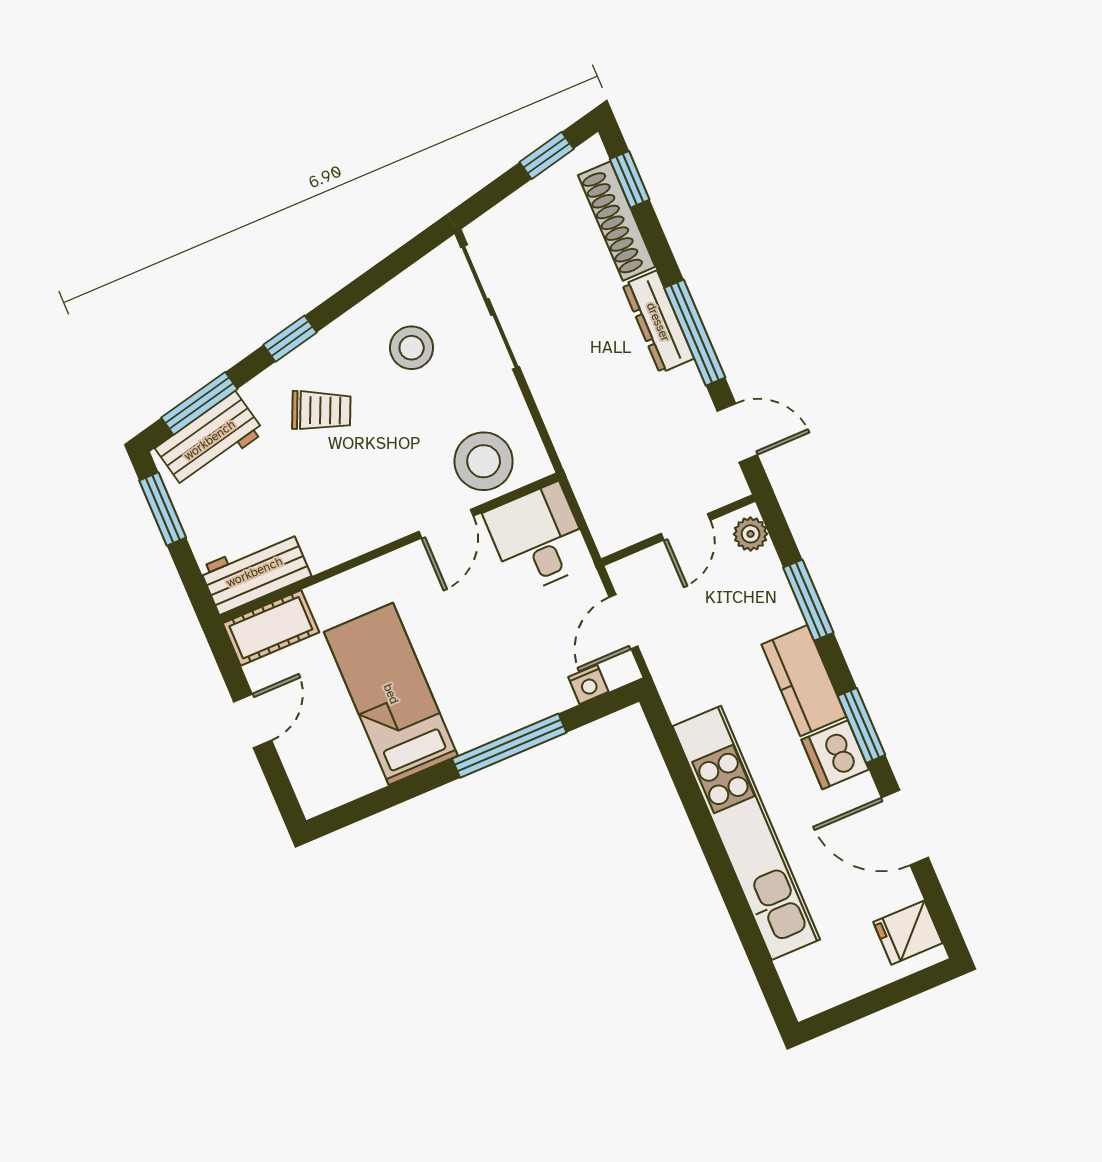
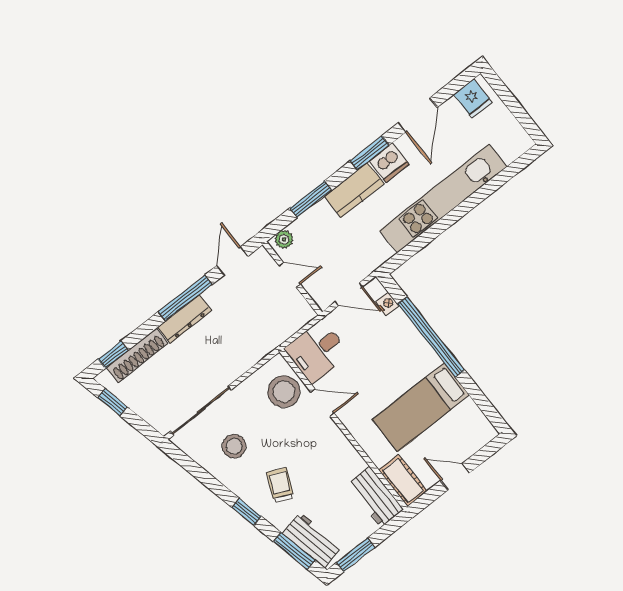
window: (509, 746) -> (431, 337), width x1.46

